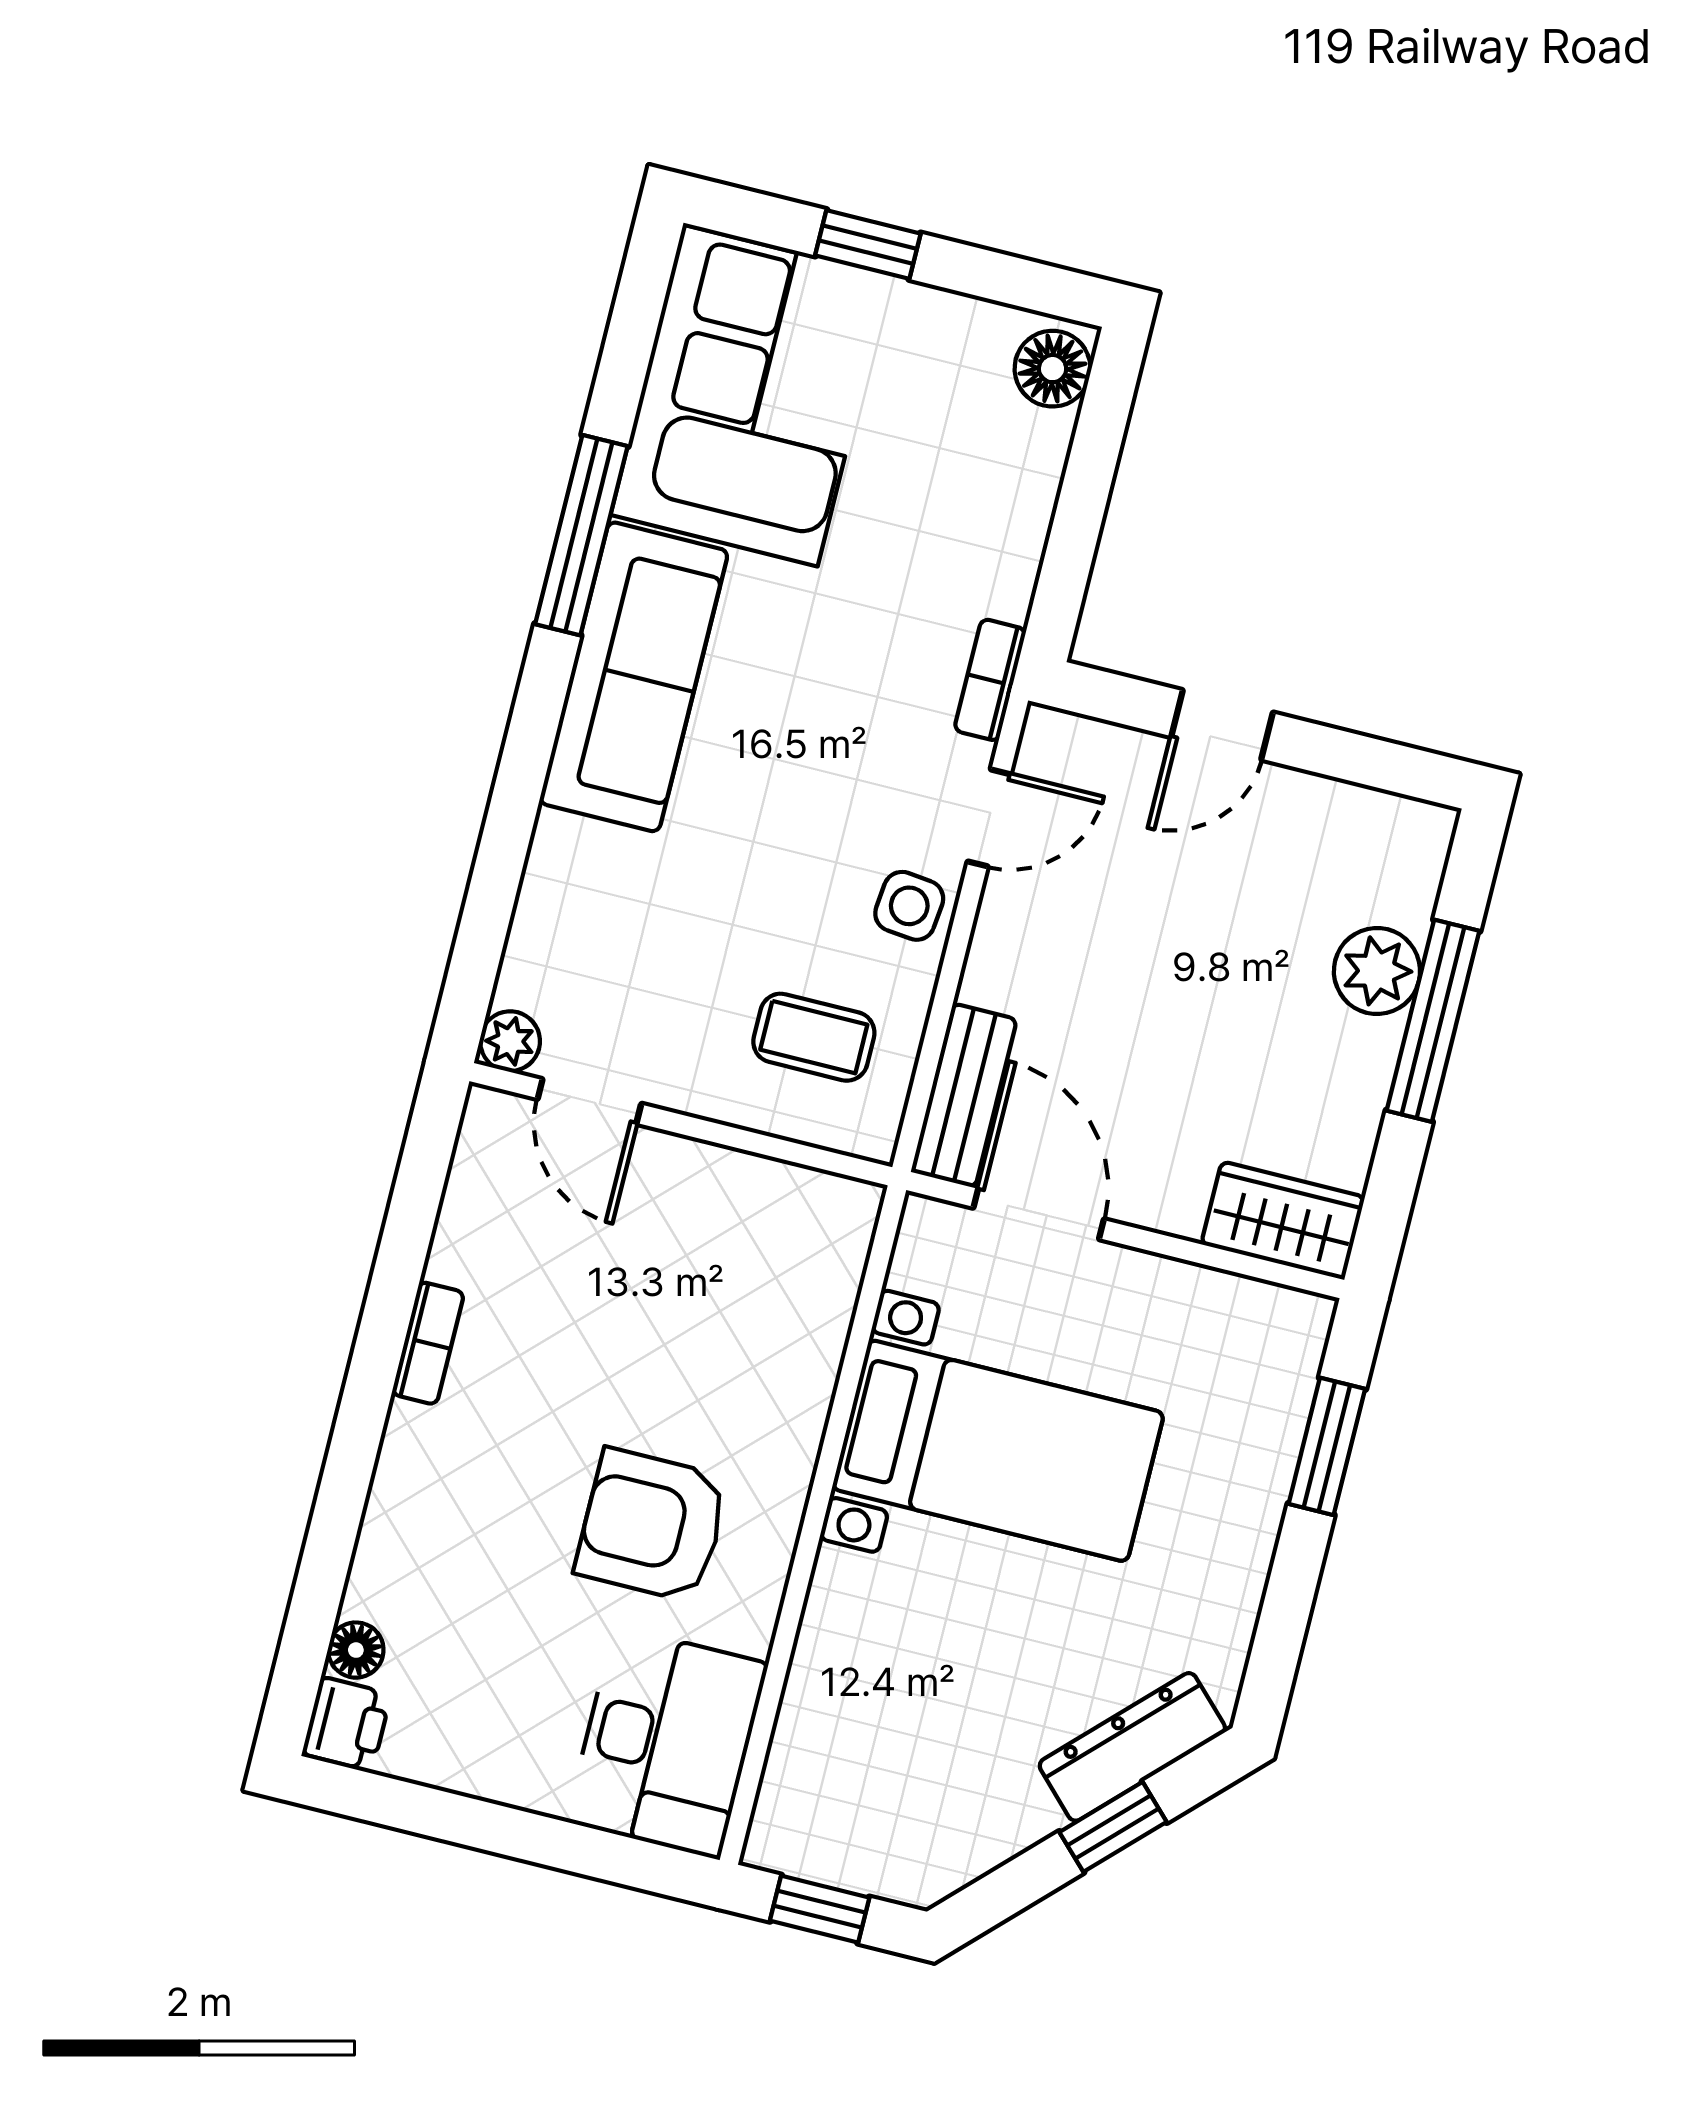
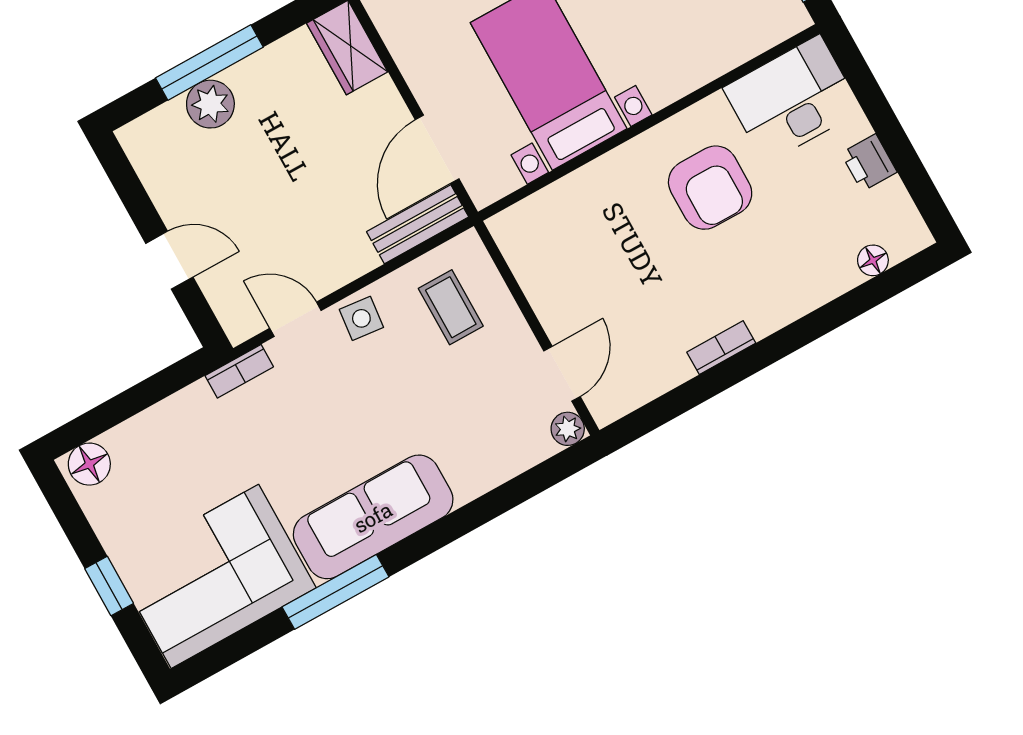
printer: (347, 1724) -> (869, 163), moved, turned -90

